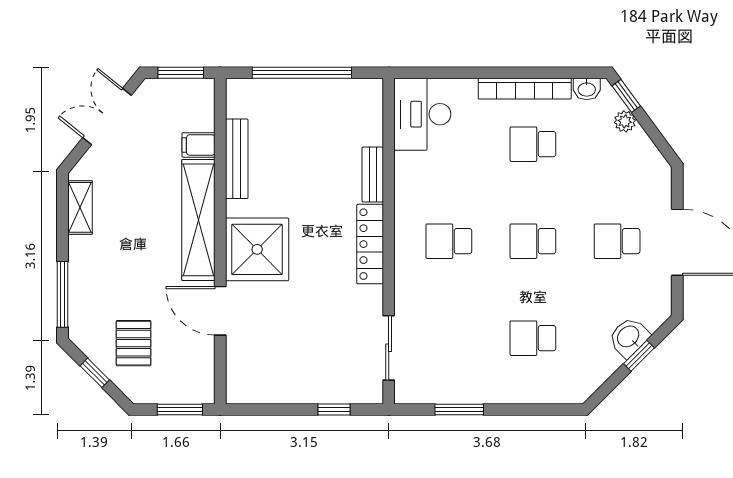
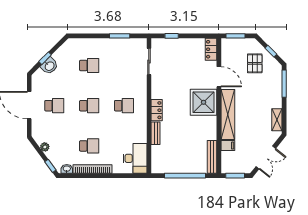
plant: (625, 121) -> (45, 147), moved
bench: (237, 159) -> (212, 157), moved
locker: (370, 244) -> (157, 110), width x0.66
locker: (239, 377) -> (211, 49), added

